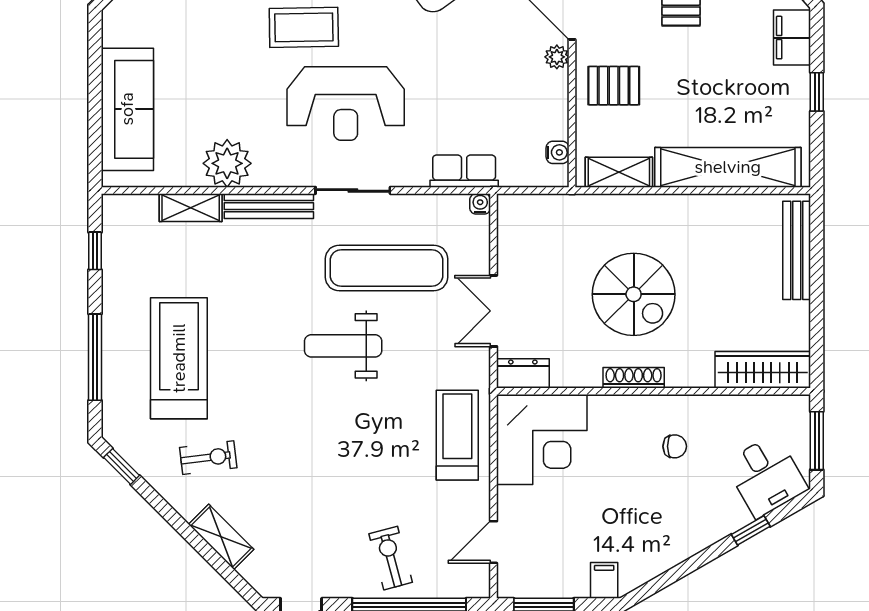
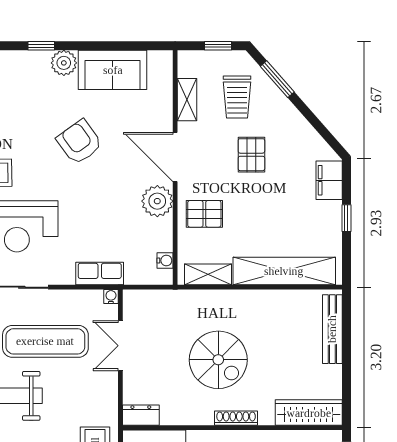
plant: (557, 57) -> (157, 201), width x1.88, depth x1.88
double door: (494, 311) -> (120, 346), moved
shoe rack: (634, 378) -> (236, 418), moved

